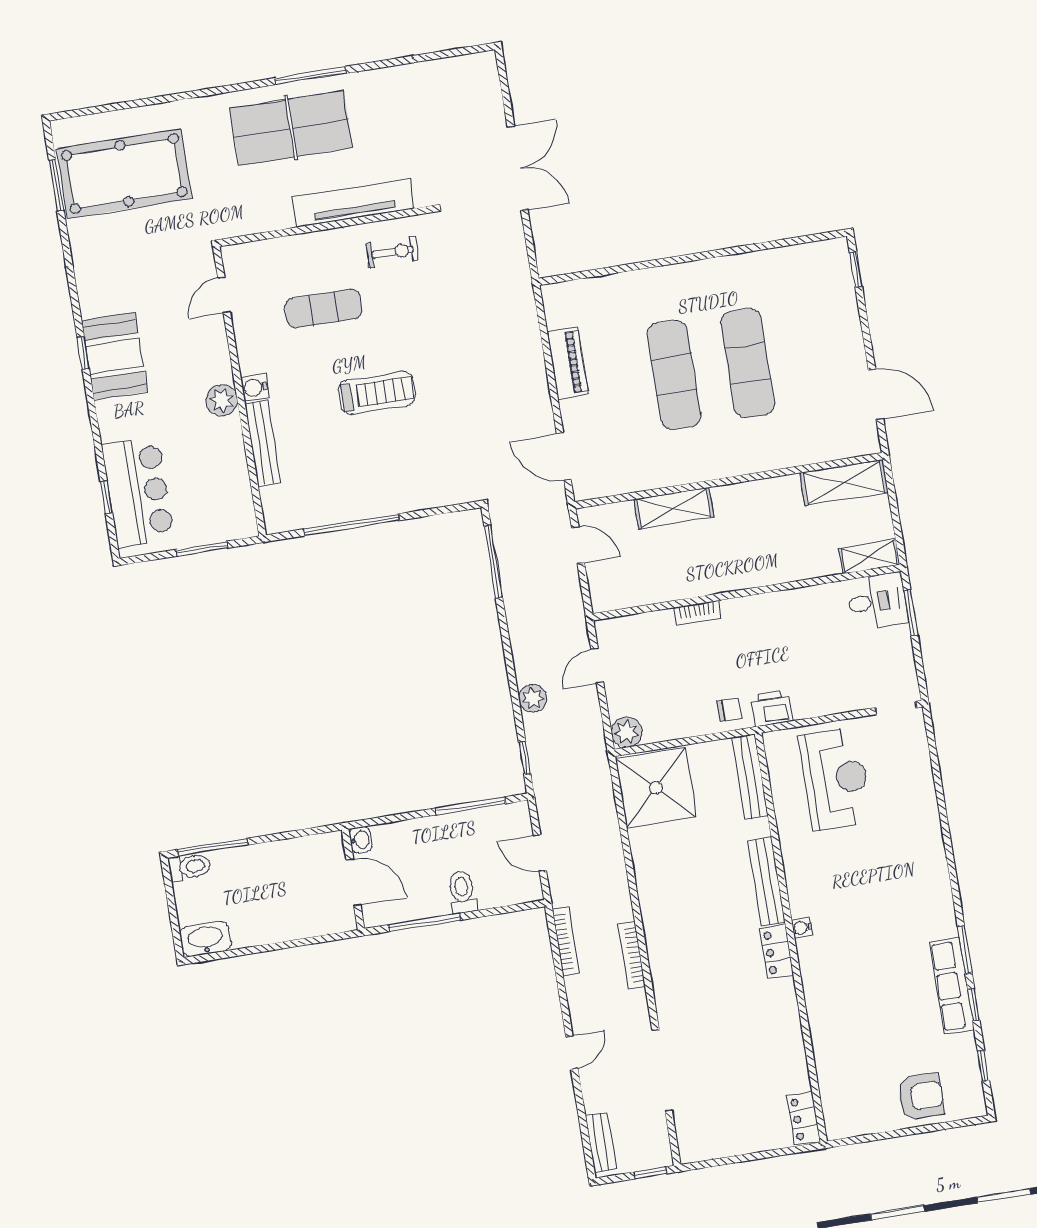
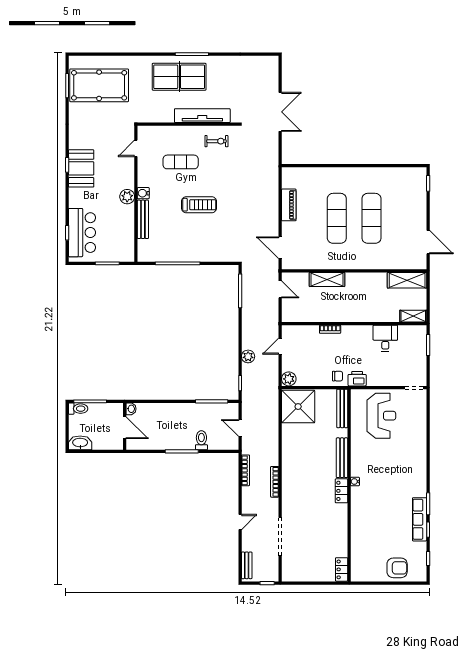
desk: (877, 601) -> (385, 338), moved, turned -90
washbasin: (361, 840) -> (131, 409), moved
wall: (353, 879) -> (125, 426), moved
door: (354, 882) -> (125, 428), moved

